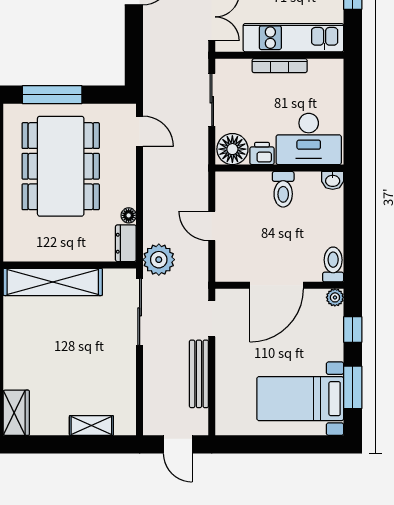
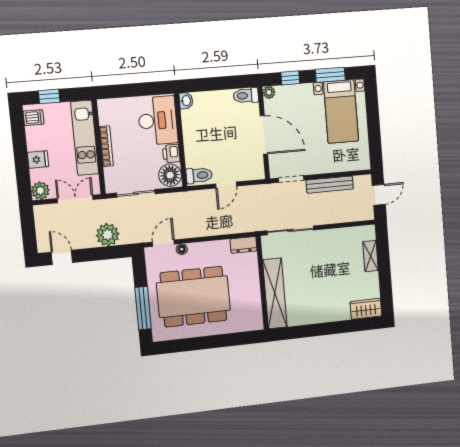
toilet: (283, 189) -> (199, 175), moved
floor lamp: (129, 215) -> (182, 249), moved
plant: (159, 260) -> (108, 235), moved

